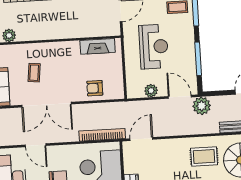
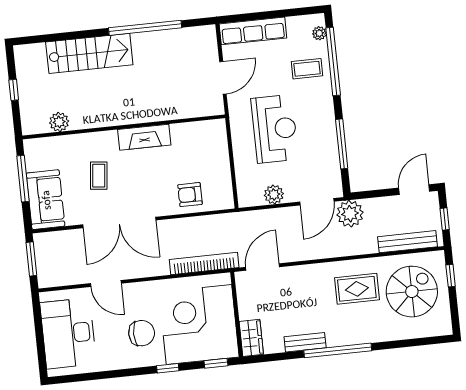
fireplace: (98, 46) -> (144, 137), moved
door: (180, 97) -> (317, 202), swing flipped

